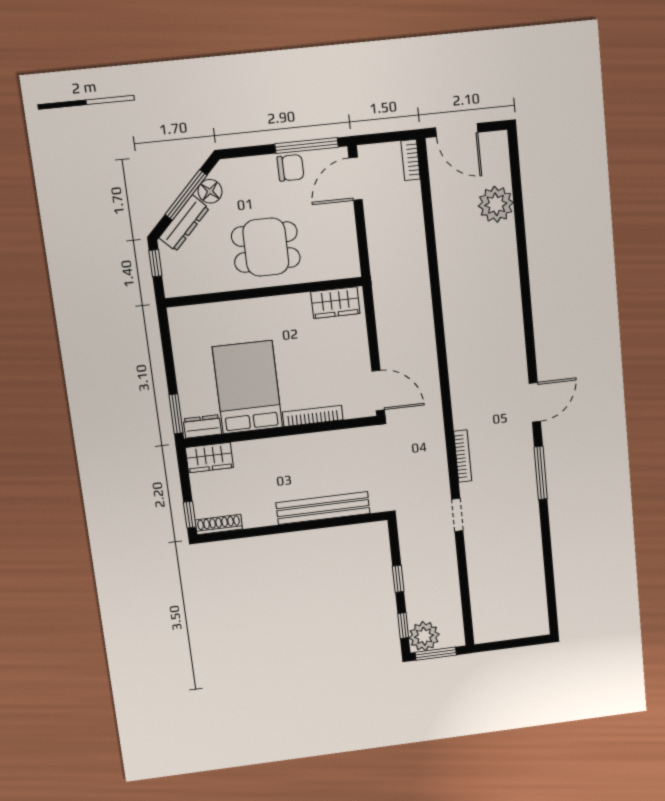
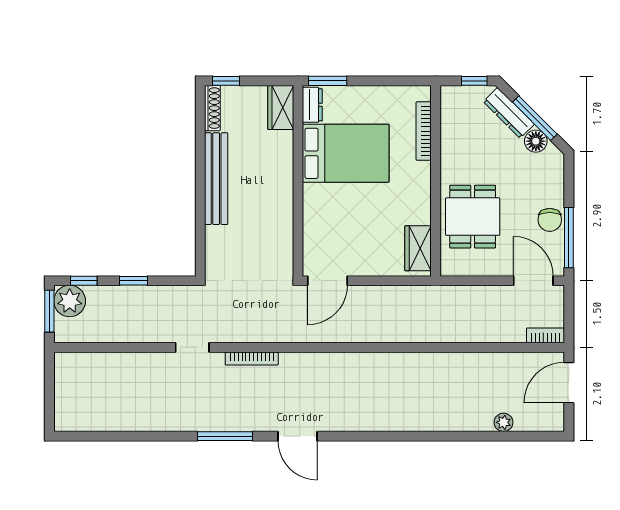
plant: (496, 204) -> (503, 422), width x0.53, depth x0.53
dining table: (266, 247) -> (473, 217), moved
bookcase: (313, 416) -> (424, 131), moved, turned 180
bench: (323, 508) -> (216, 179), moved

